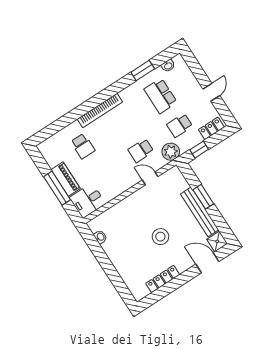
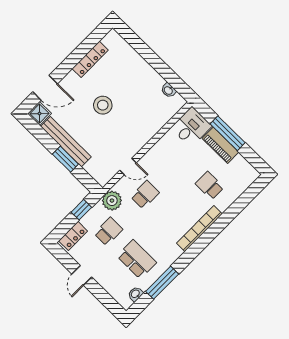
window: (143, 71) -> (162, 283), width x1.44

